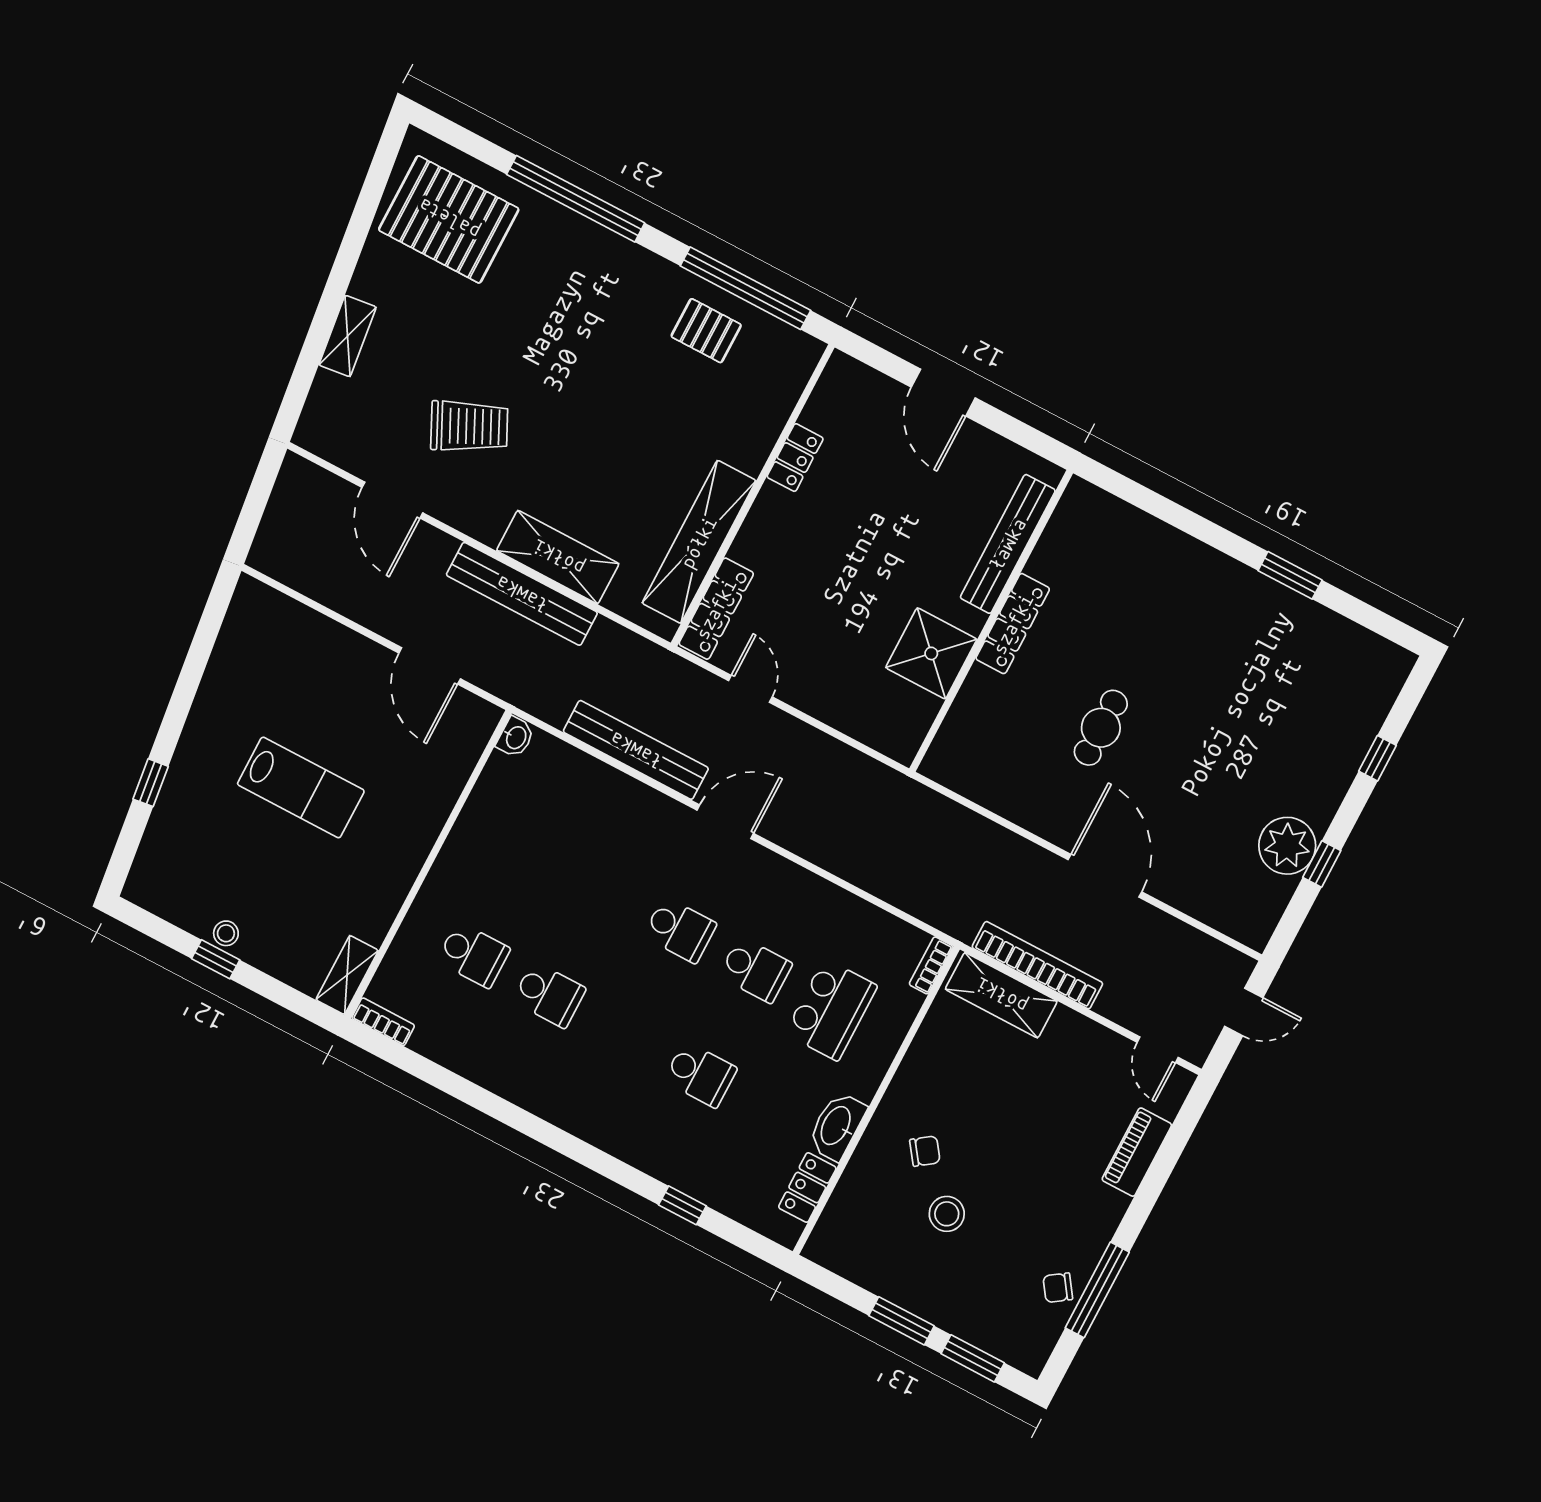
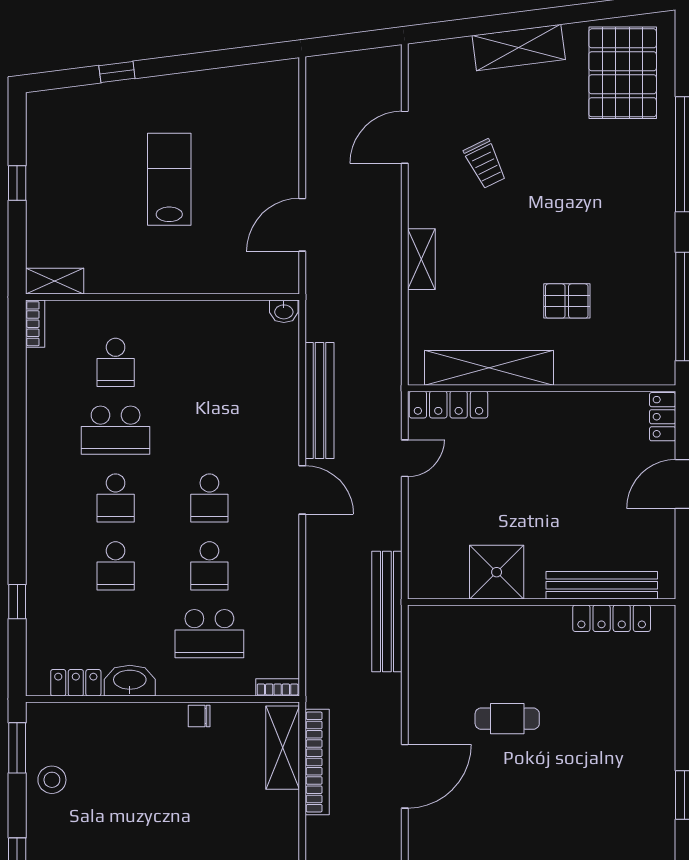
pallet: (706, 331) -> (567, 301), moved, turned 90
shelving: (348, 336) -> (519, 47), width x1.50, depth x1.33
trolley: (469, 426) -> (485, 164), width x0.73, depth x0.72
locker: (795, 458) -> (663, 417), moved, turned 90
shelving: (558, 557) -> (421, 259), width x0.67, depth x0.75
bench: (522, 594) -> (387, 612), moved
locker: (1013, 624) -> (612, 618), moved
lab bench: (301, 787) -> (169, 179), turned 180
stool: (226, 933) -> (39, 181), removed
school desk: (549, 995) -> (116, 430), width x1.85
school desk: (625, 1035) -> (116, 498), added
chair: (925, 1151) -> (199, 716), moved, turned 126
stool: (947, 1214) -> (52, 780), moved
window: (901, 1321) -> (17, 748), moved

